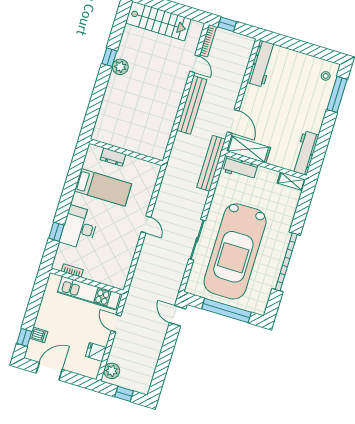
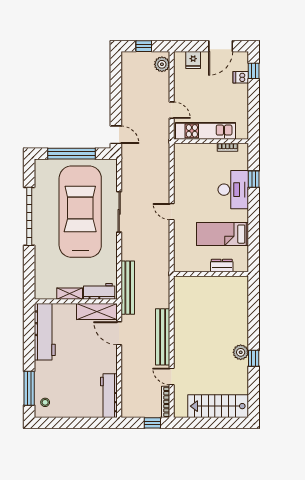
workbench: (305, 153) -> (45, 332), width x1.36, depth x1.32
shelving: (291, 181) -> (70, 294), moved
fridge: (96, 352) -> (193, 60), moved, turned 90

